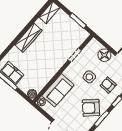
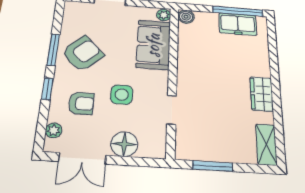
wardrobe: (28, 38) -> (262, 94), width x0.67

